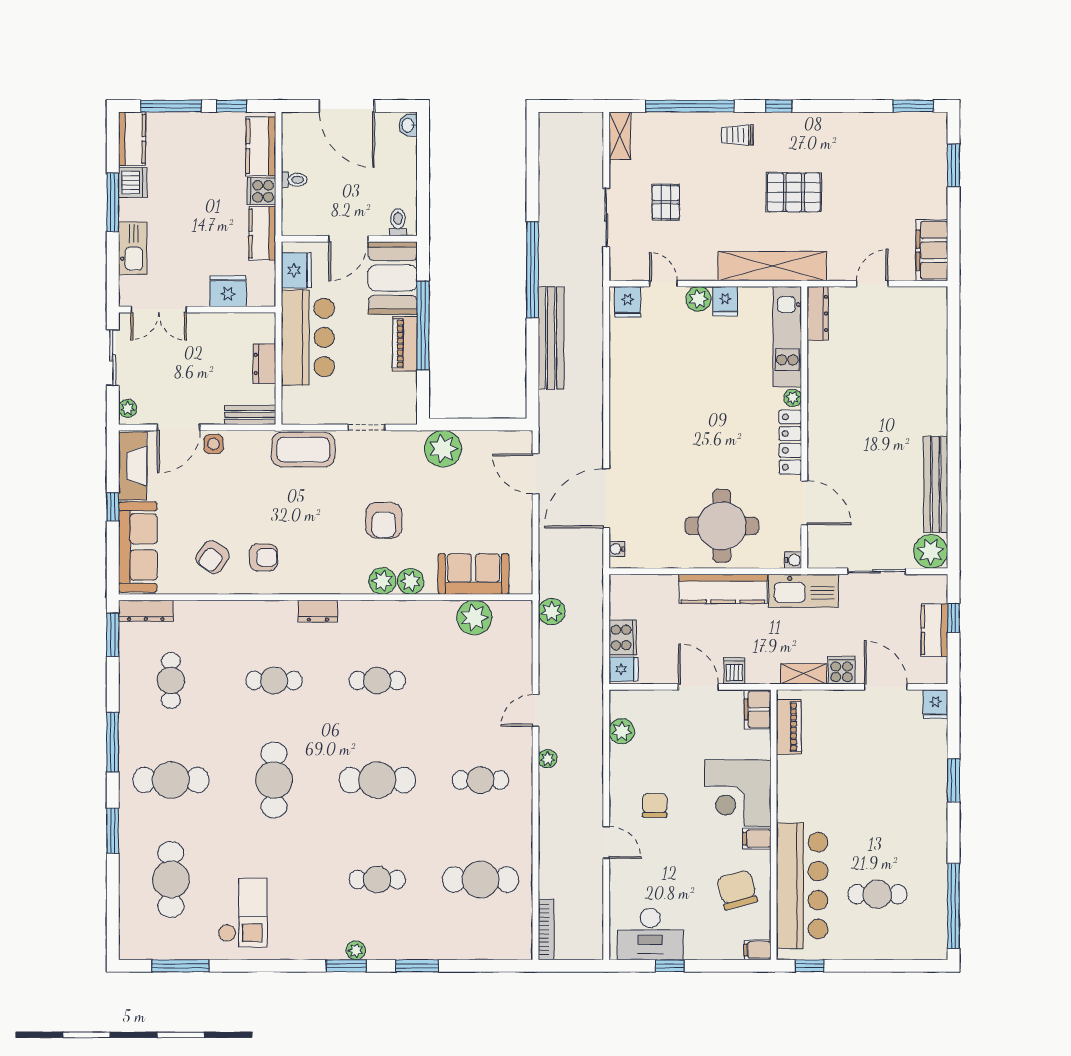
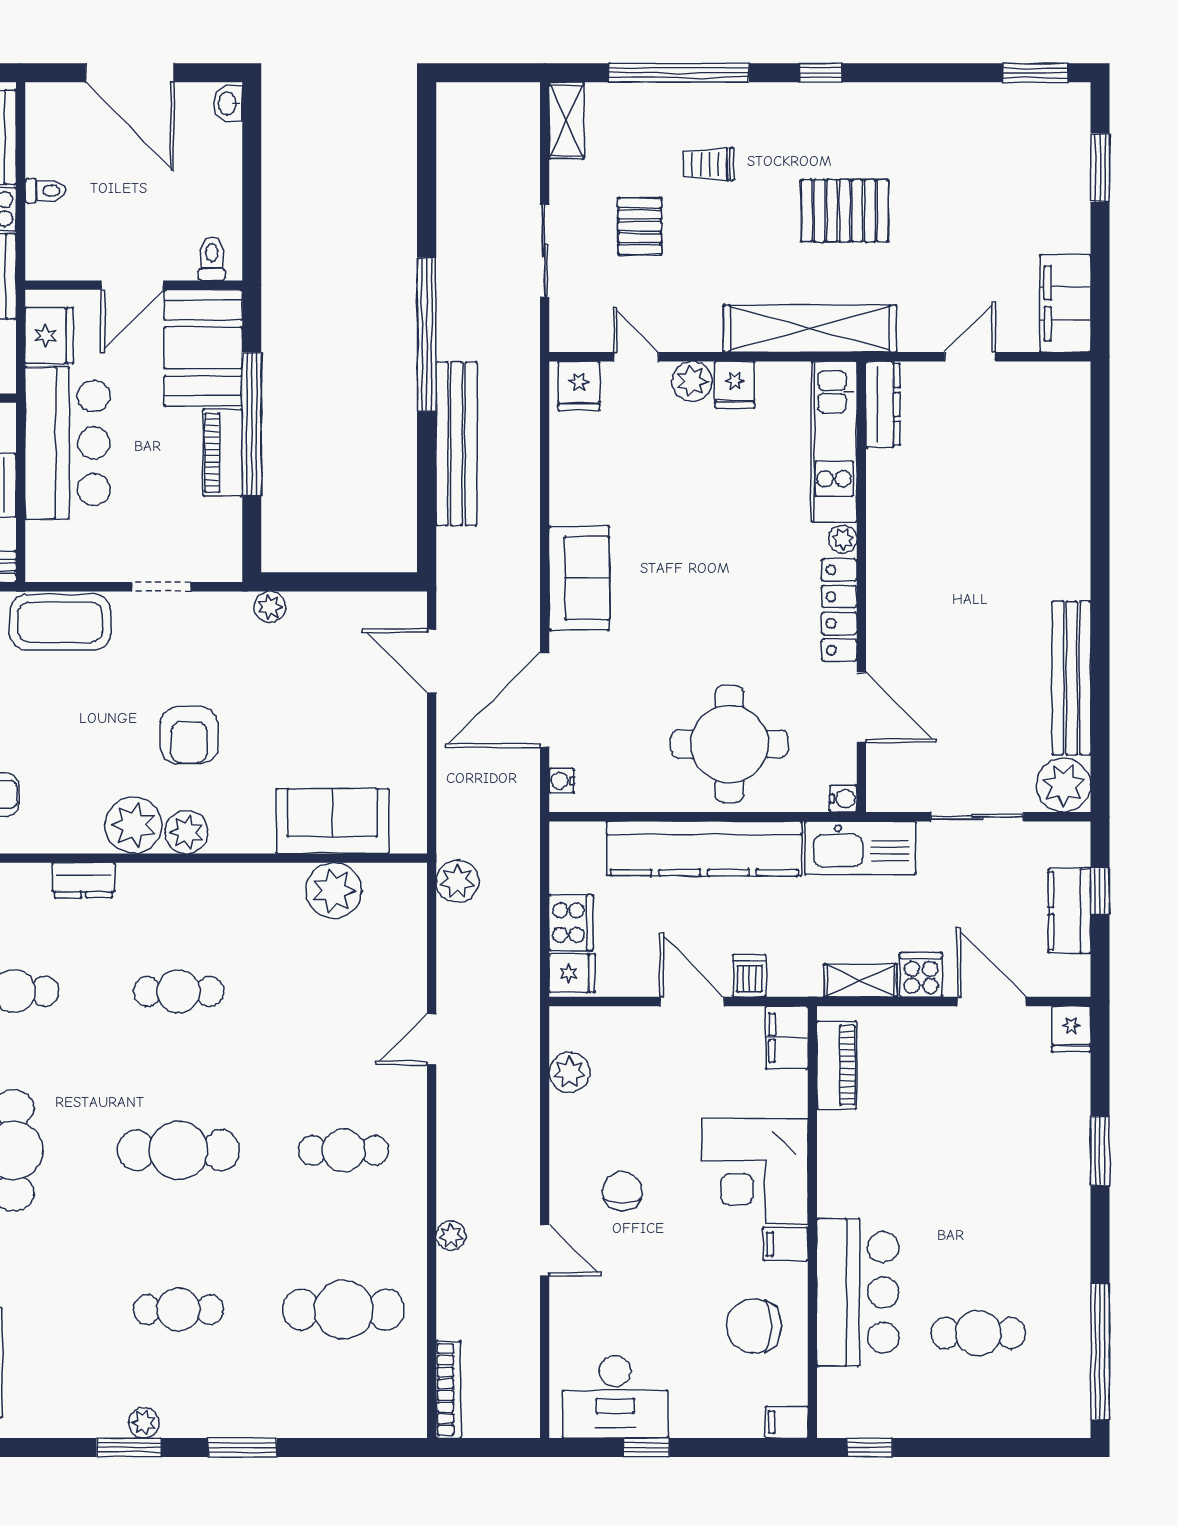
trolley: (737, 135) -> (709, 164), moved
sofa: (628, 422) -> (579, 578), added
plant: (443, 449) -> (270, 607), width x0.53, depth x0.53
plant: (411, 581) -> (134, 825), moved, width x1.36, depth x1.36
kitchen counter: (723, 589) -> (704, 849), width x1.39, depth x1.17
plant: (548, 759) -> (451, 1236), moved
bar counter: (802, 886) -> (858, 1292), width x0.73
chair: (737, 890) -> (754, 1326), turned -75

